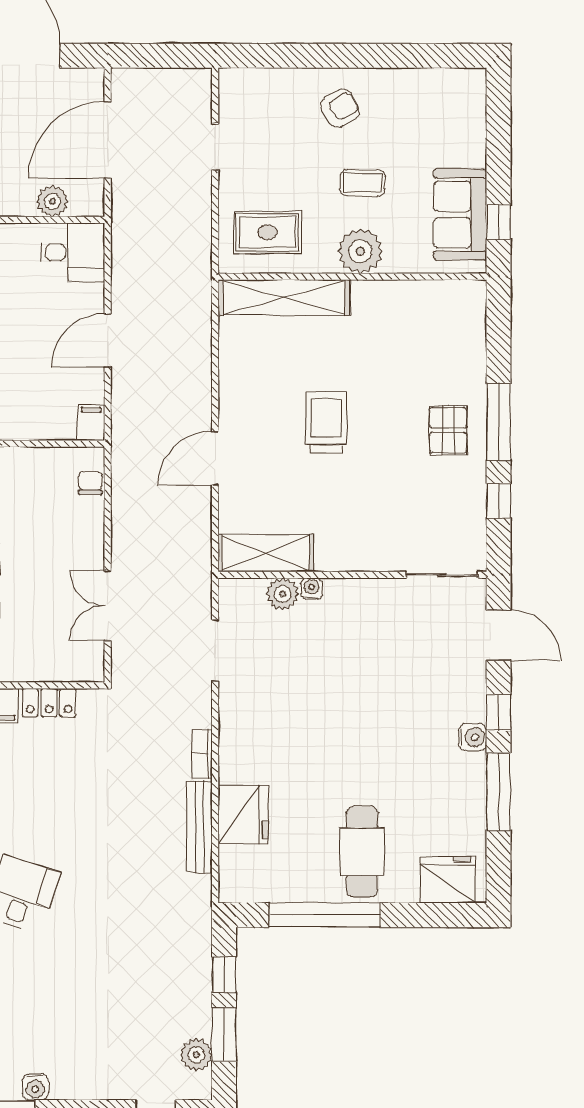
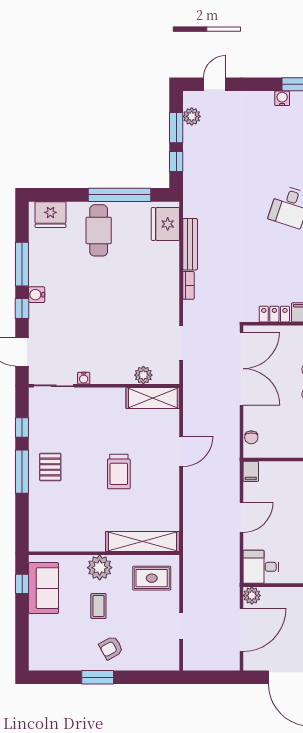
window: (364, 56) -> (98, 677), added
coffee table: (362, 183) -> (98, 606), turned 90
plant: (53, 201) -> (252, 596), moved
water cooler: (312, 589) -> (84, 378), moved
double door: (108, 606) -> (241, 369), width x1.87
fridge: (243, 814) -> (165, 224), moved

